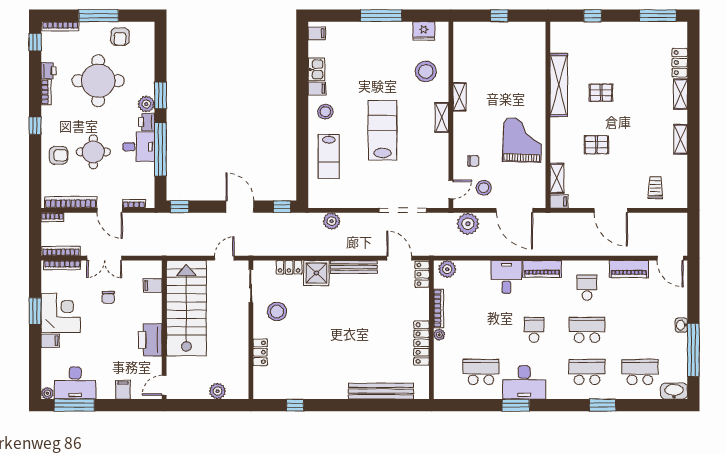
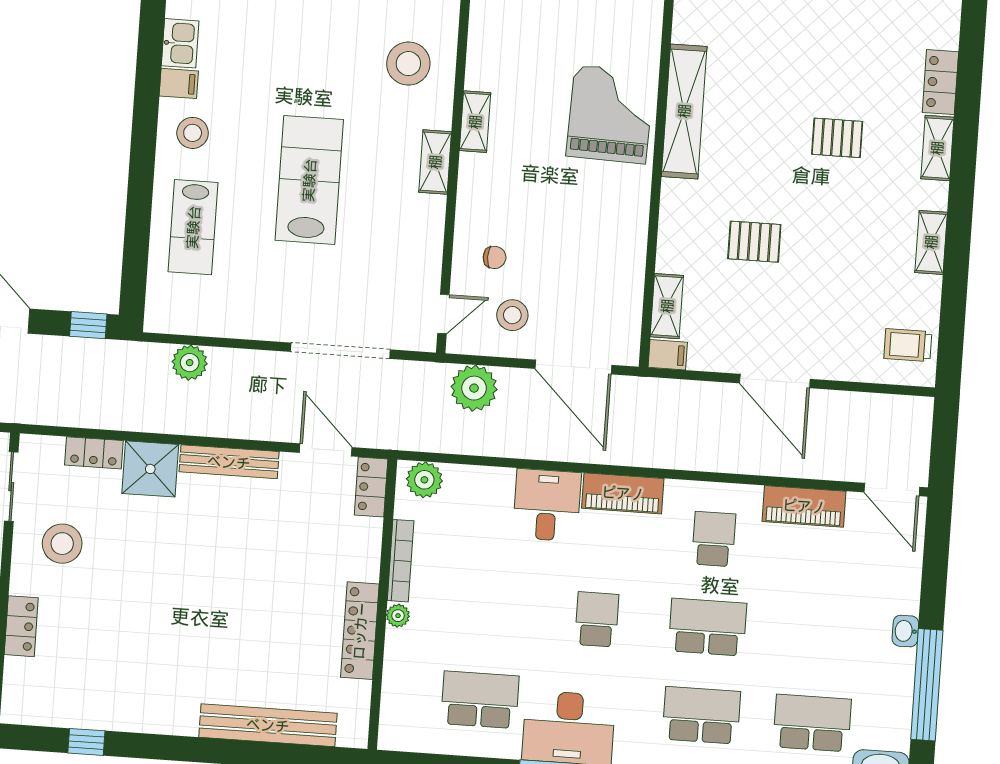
pallet: (601, 93) -> (837, 138), moved
grand piano: (522, 140) -> (610, 114), moved
trolley: (655, 188) -> (908, 345), moved, turned -90

